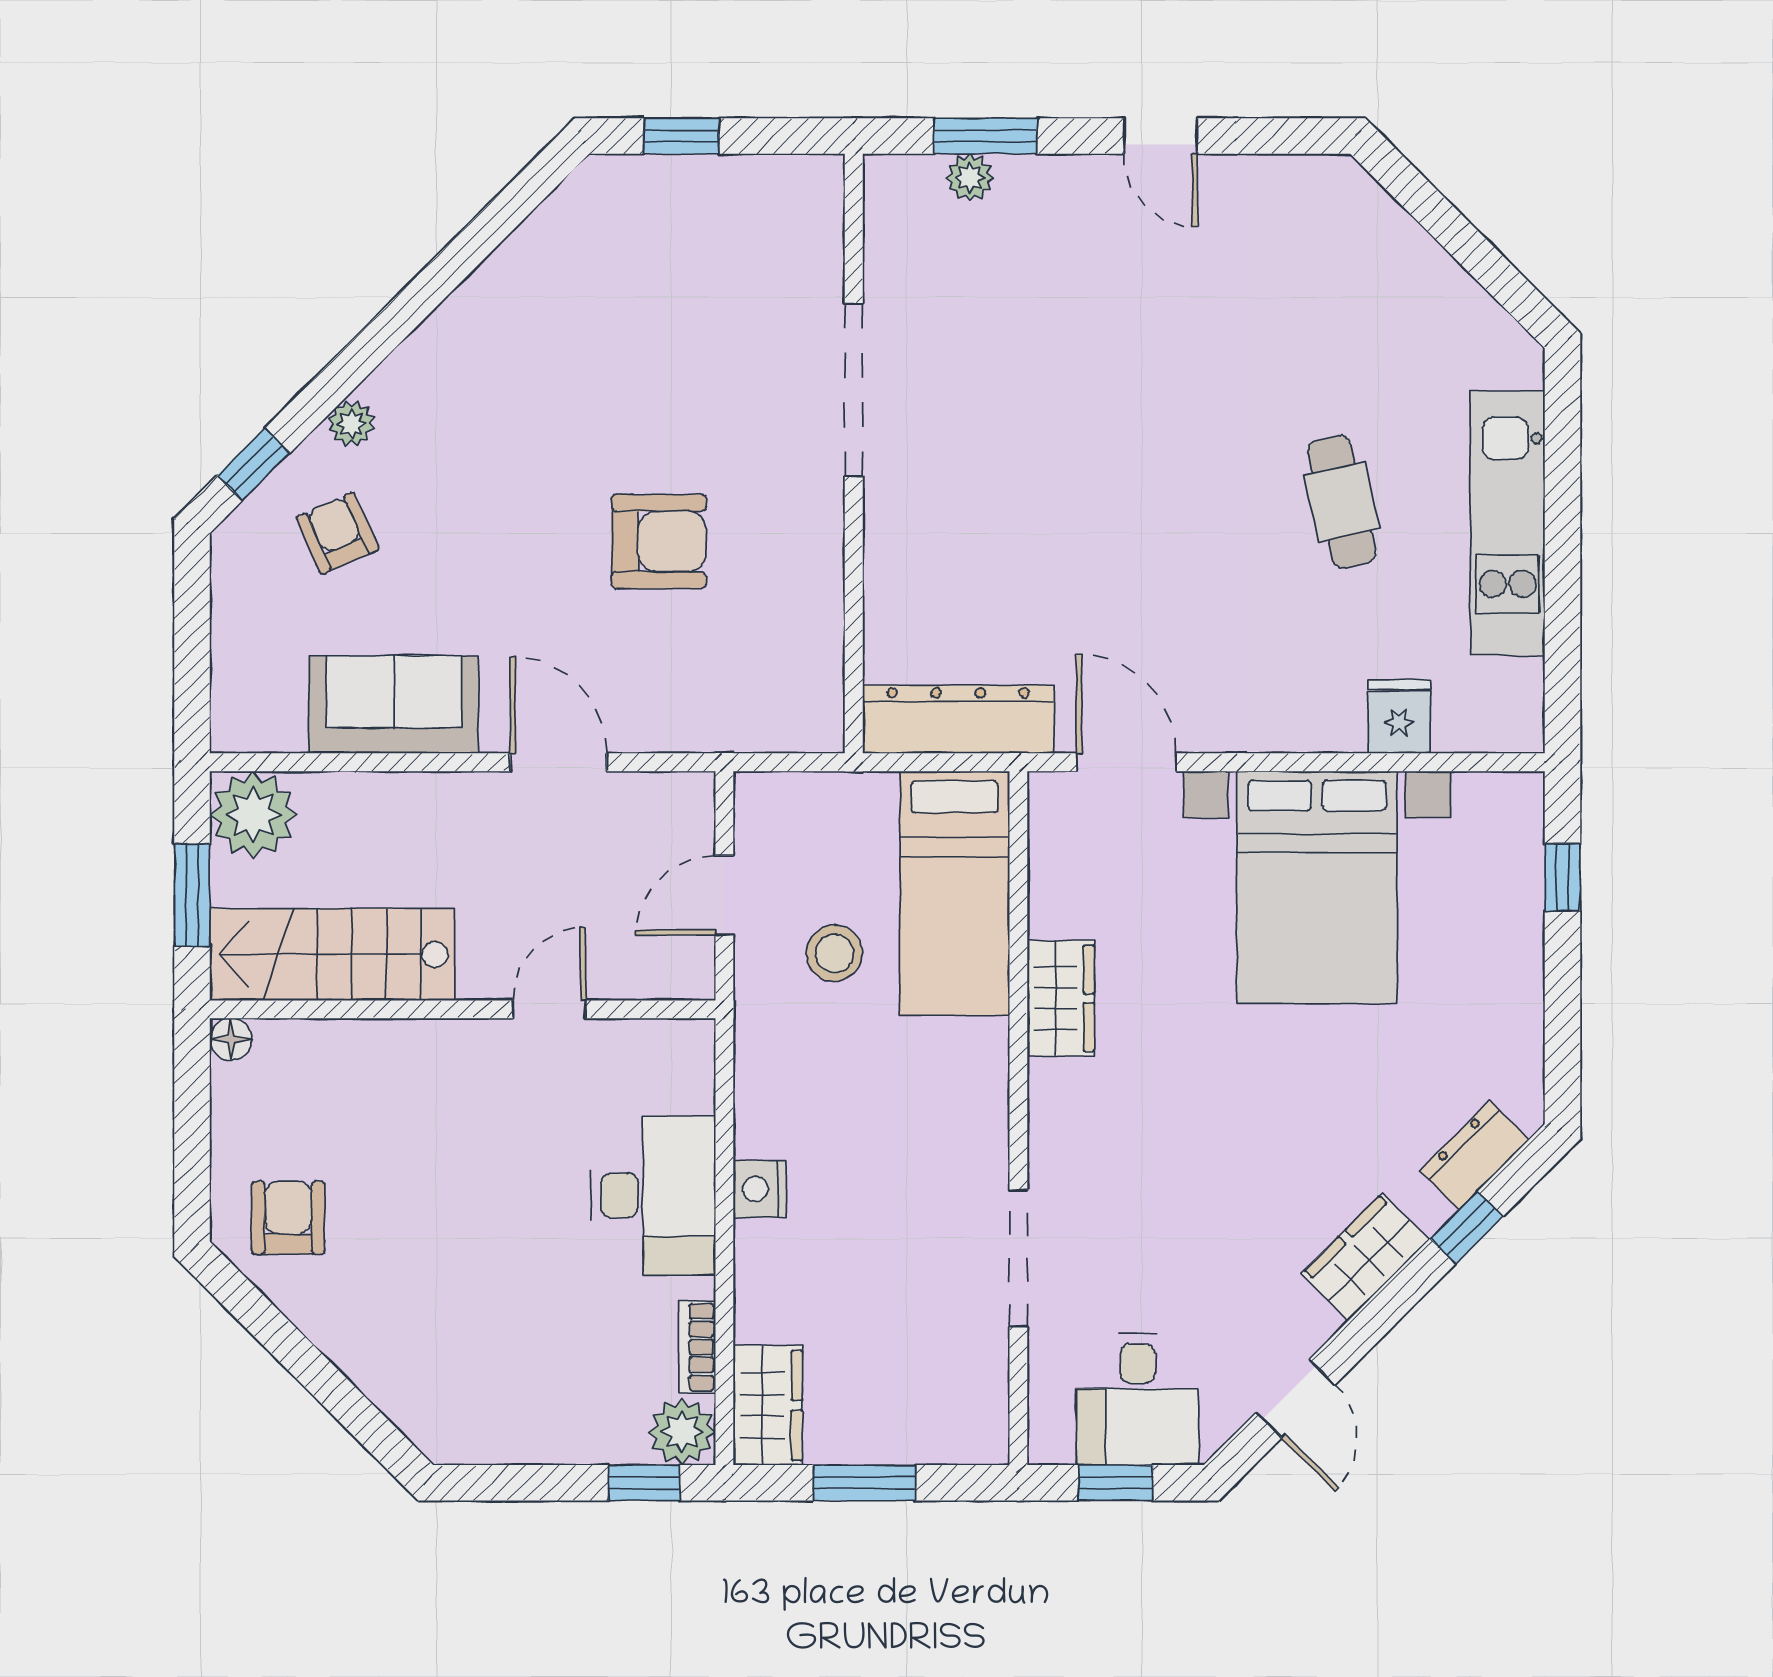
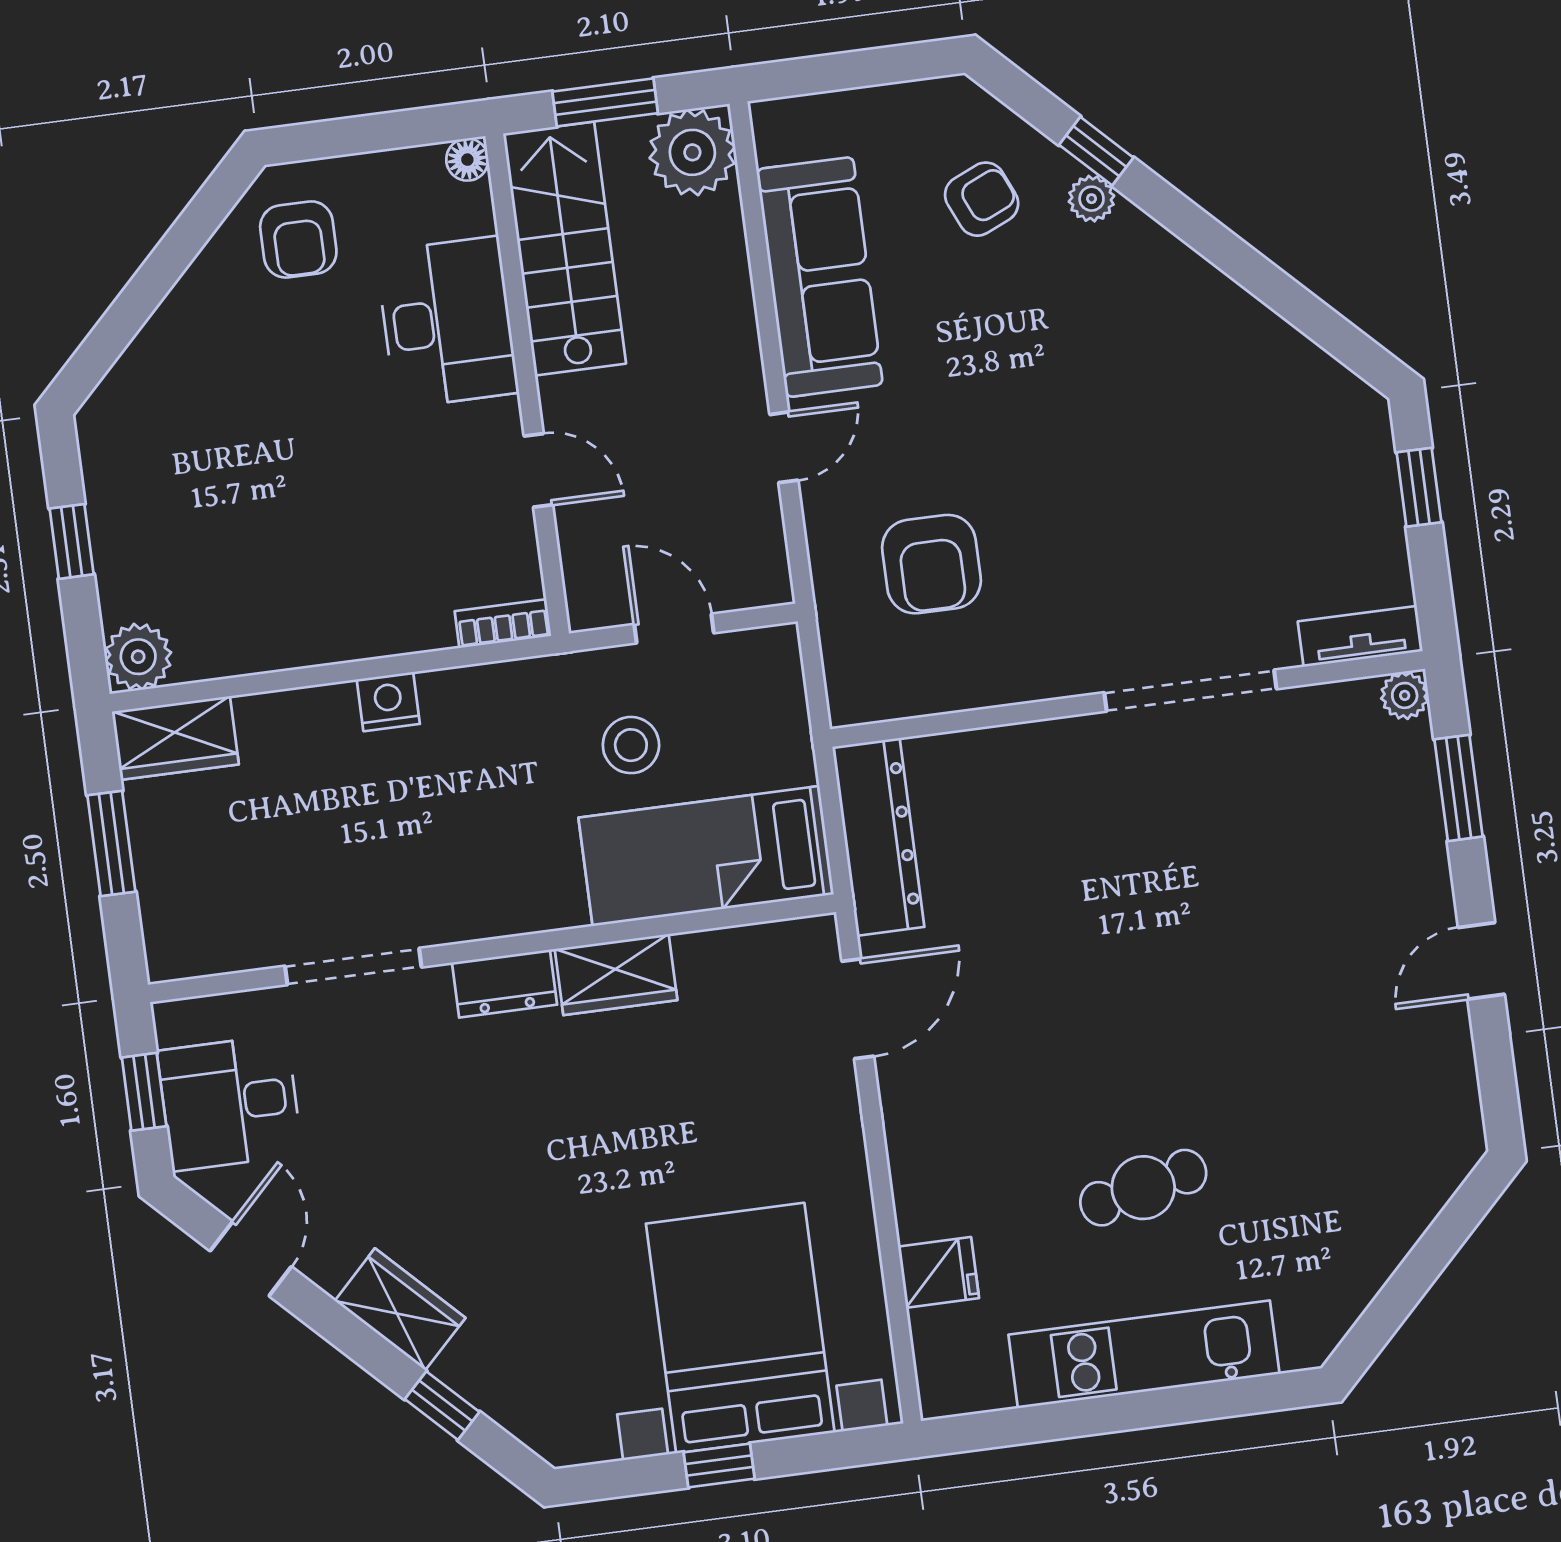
plant: (970, 177) -> (1405, 695), moved
tv unit: (822, 214) -> (1360, 636), added
window: (253, 464) -> (1096, 151), moved
armchair: (659, 541) -> (931, 564), moved
sofa: (394, 704) -> (820, 277), width x1.36
door: (559, 762) -> (784, 447), width x0.73
window: (1562, 877) -> (719, 1465), moved
bed with nightstands: (1317, 887) -> (740, 1328), moved, turned 90
dresser: (1474, 1155) -> (504, 984), moved, turned 135
desk: (653, 1195) -> (447, 322), moved, turned -90
armchair: (288, 1218) -> (298, 239), turned 90
bookcase: (697, 1347) -> (503, 624), moved
door: (1296, 1399) -> (251, 1259), swing flipped
window: (644, 1483) -> (72, 541), moved

